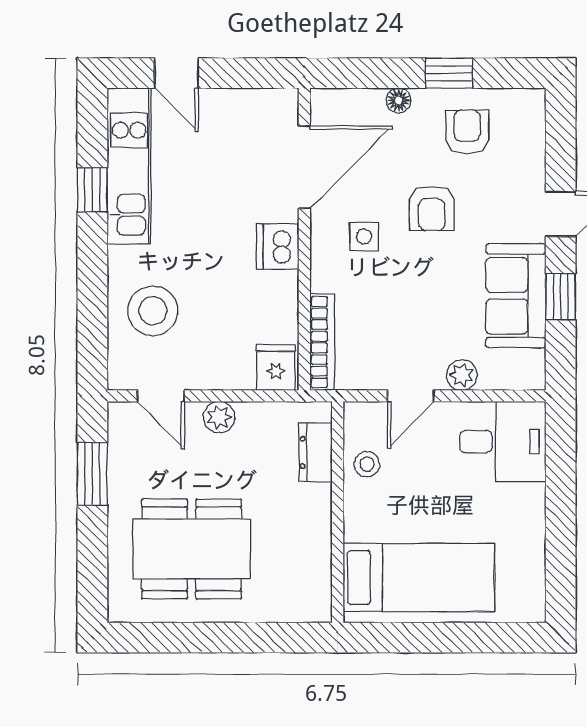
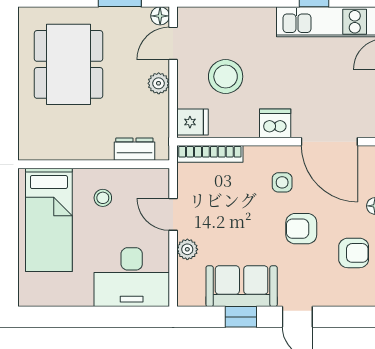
stool: (153, 311) -> (226, 77), moved
floor lamp: (121, 415) -> (160, 16), added
desk: (503, 442) -> (132, 277), width x1.37
stool: (367, 464) -> (103, 198), moved

